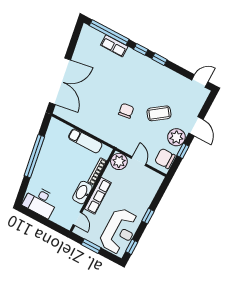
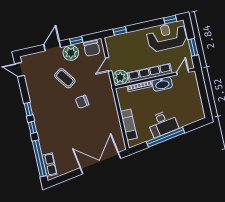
row of seats: (114, 46) -> (49, 165), moved
exam couch: (85, 141) -> (129, 125), moved
row of seats: (98, 196) -> (150, 73), width x1.36
desk: (40, 202) -> (163, 124), moved, turned 81
window: (148, 216) -> (120, 31), moved

